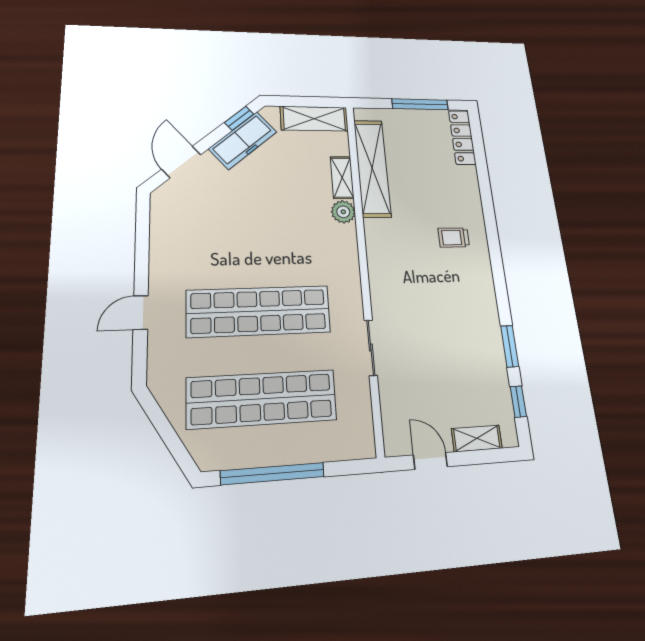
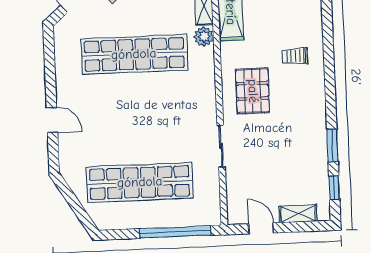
pallet: (406, 278) -> (253, 91), added
shop shelf: (259, 311) -> (134, 54), moved
door: (141, 313) -> (52, 120), swing flipped
window: (273, 474) -> (175, 232), moved

